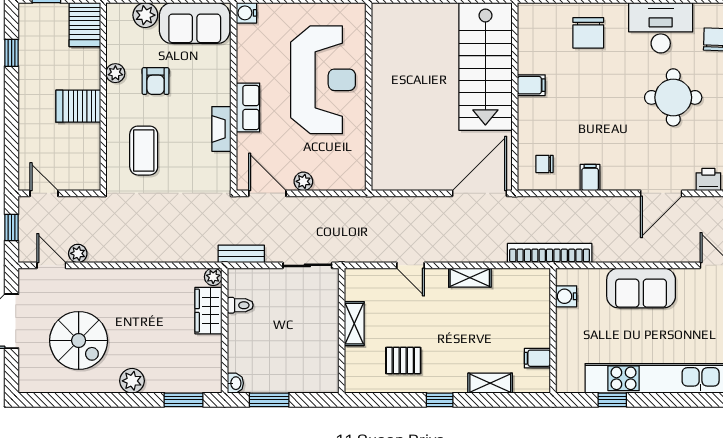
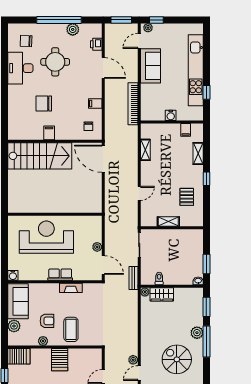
chair: (588, 33) -> (44, 104), moved, turned 180
coffee table: (144, 151) -> (71, 329), moved, turned 90
door: (267, 193) -> (103, 265), swing flipped
bookcase: (550, 253) -> (133, 104), moved
shelving: (470, 278) -> (145, 150), moved
sofa: (641, 288) -> (150, 66), moved
water cooler: (566, 296) -> (171, 115), moved
spiral stairs: (79, 341) -> (177, 359), turned -90
window: (114, 400) -> (206, 342), added

